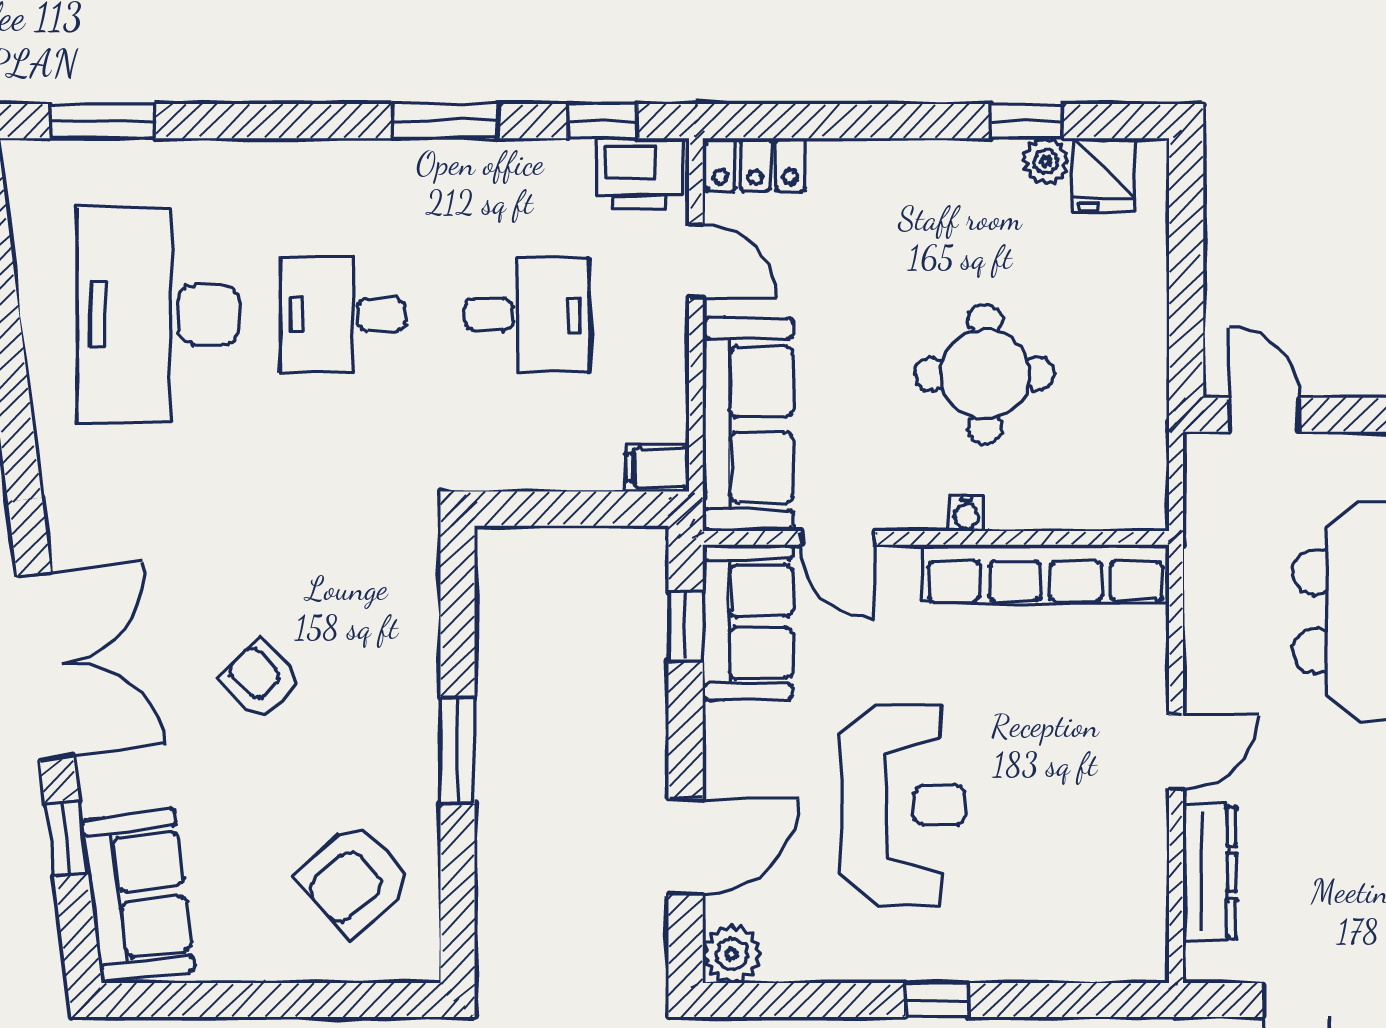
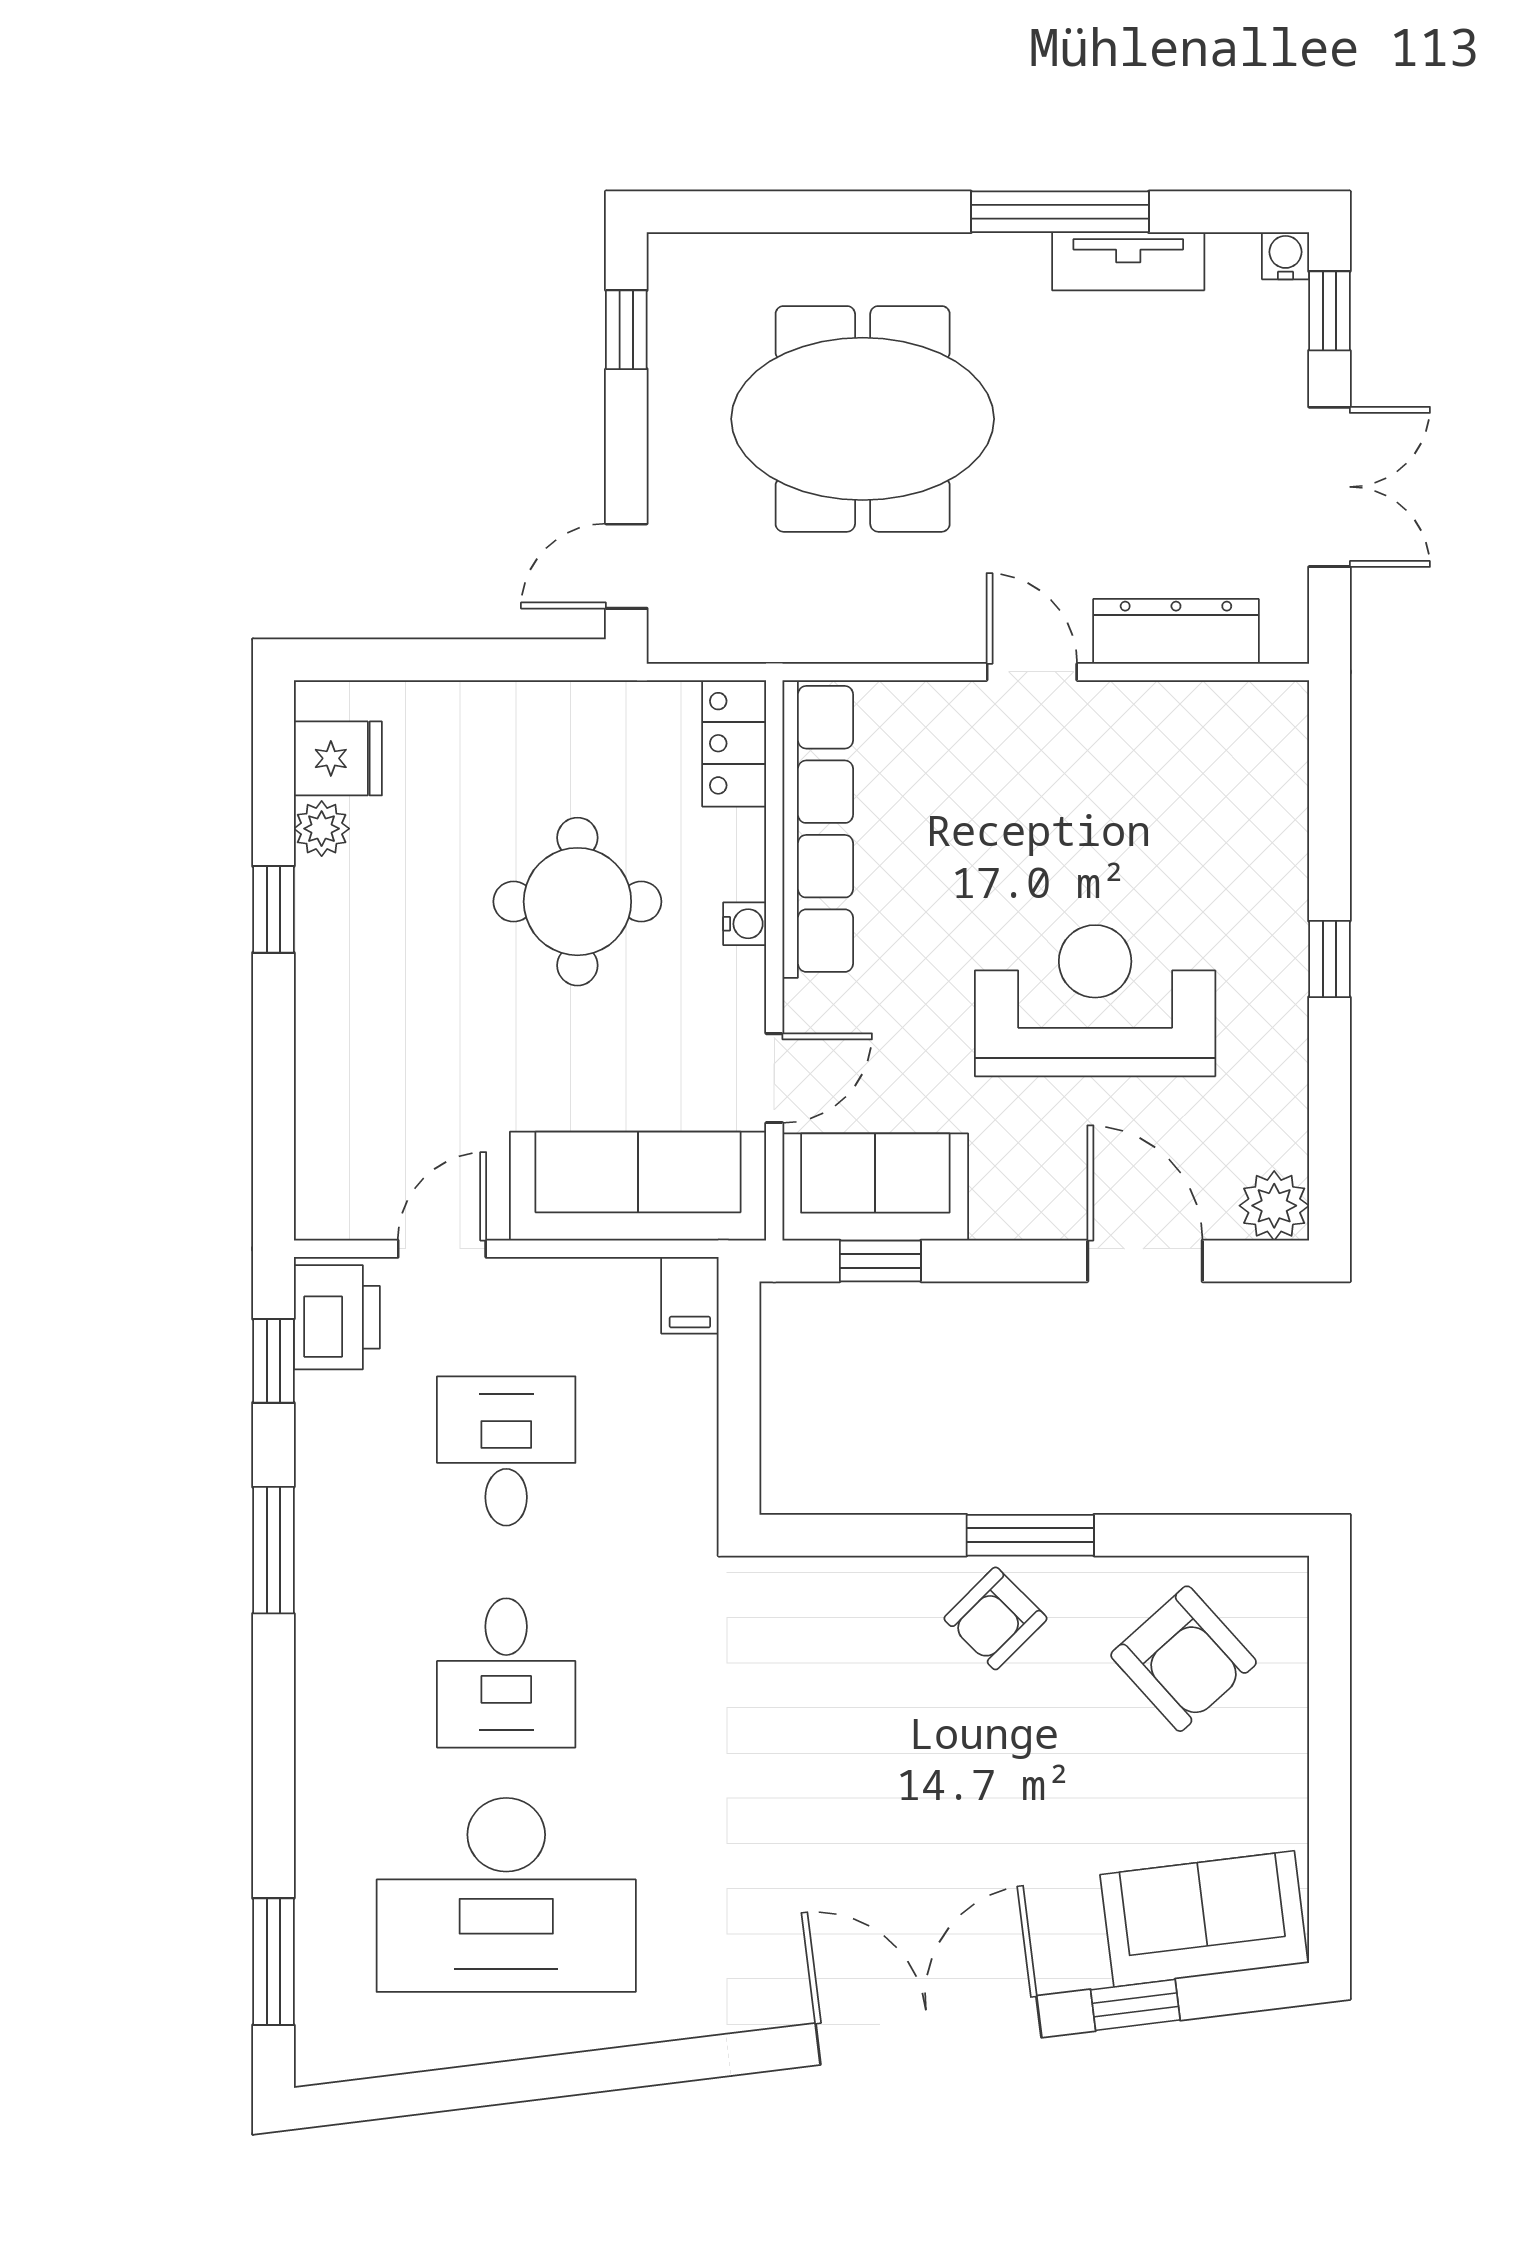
window: (1027, 121) -> (273, 909), moved
locker: (755, 165) -> (734, 743), moved, turned 180
armchair: (260, 679) -> (996, 1618), moved

